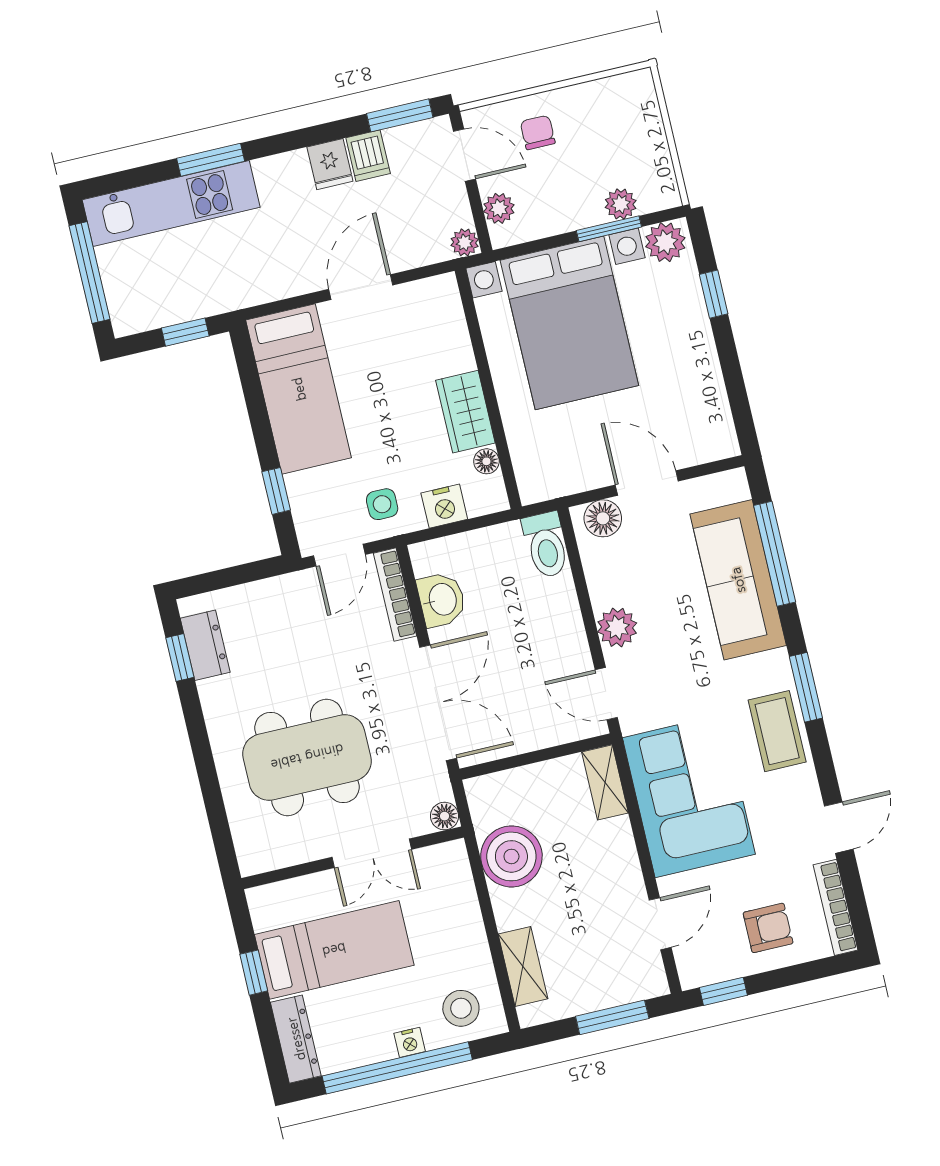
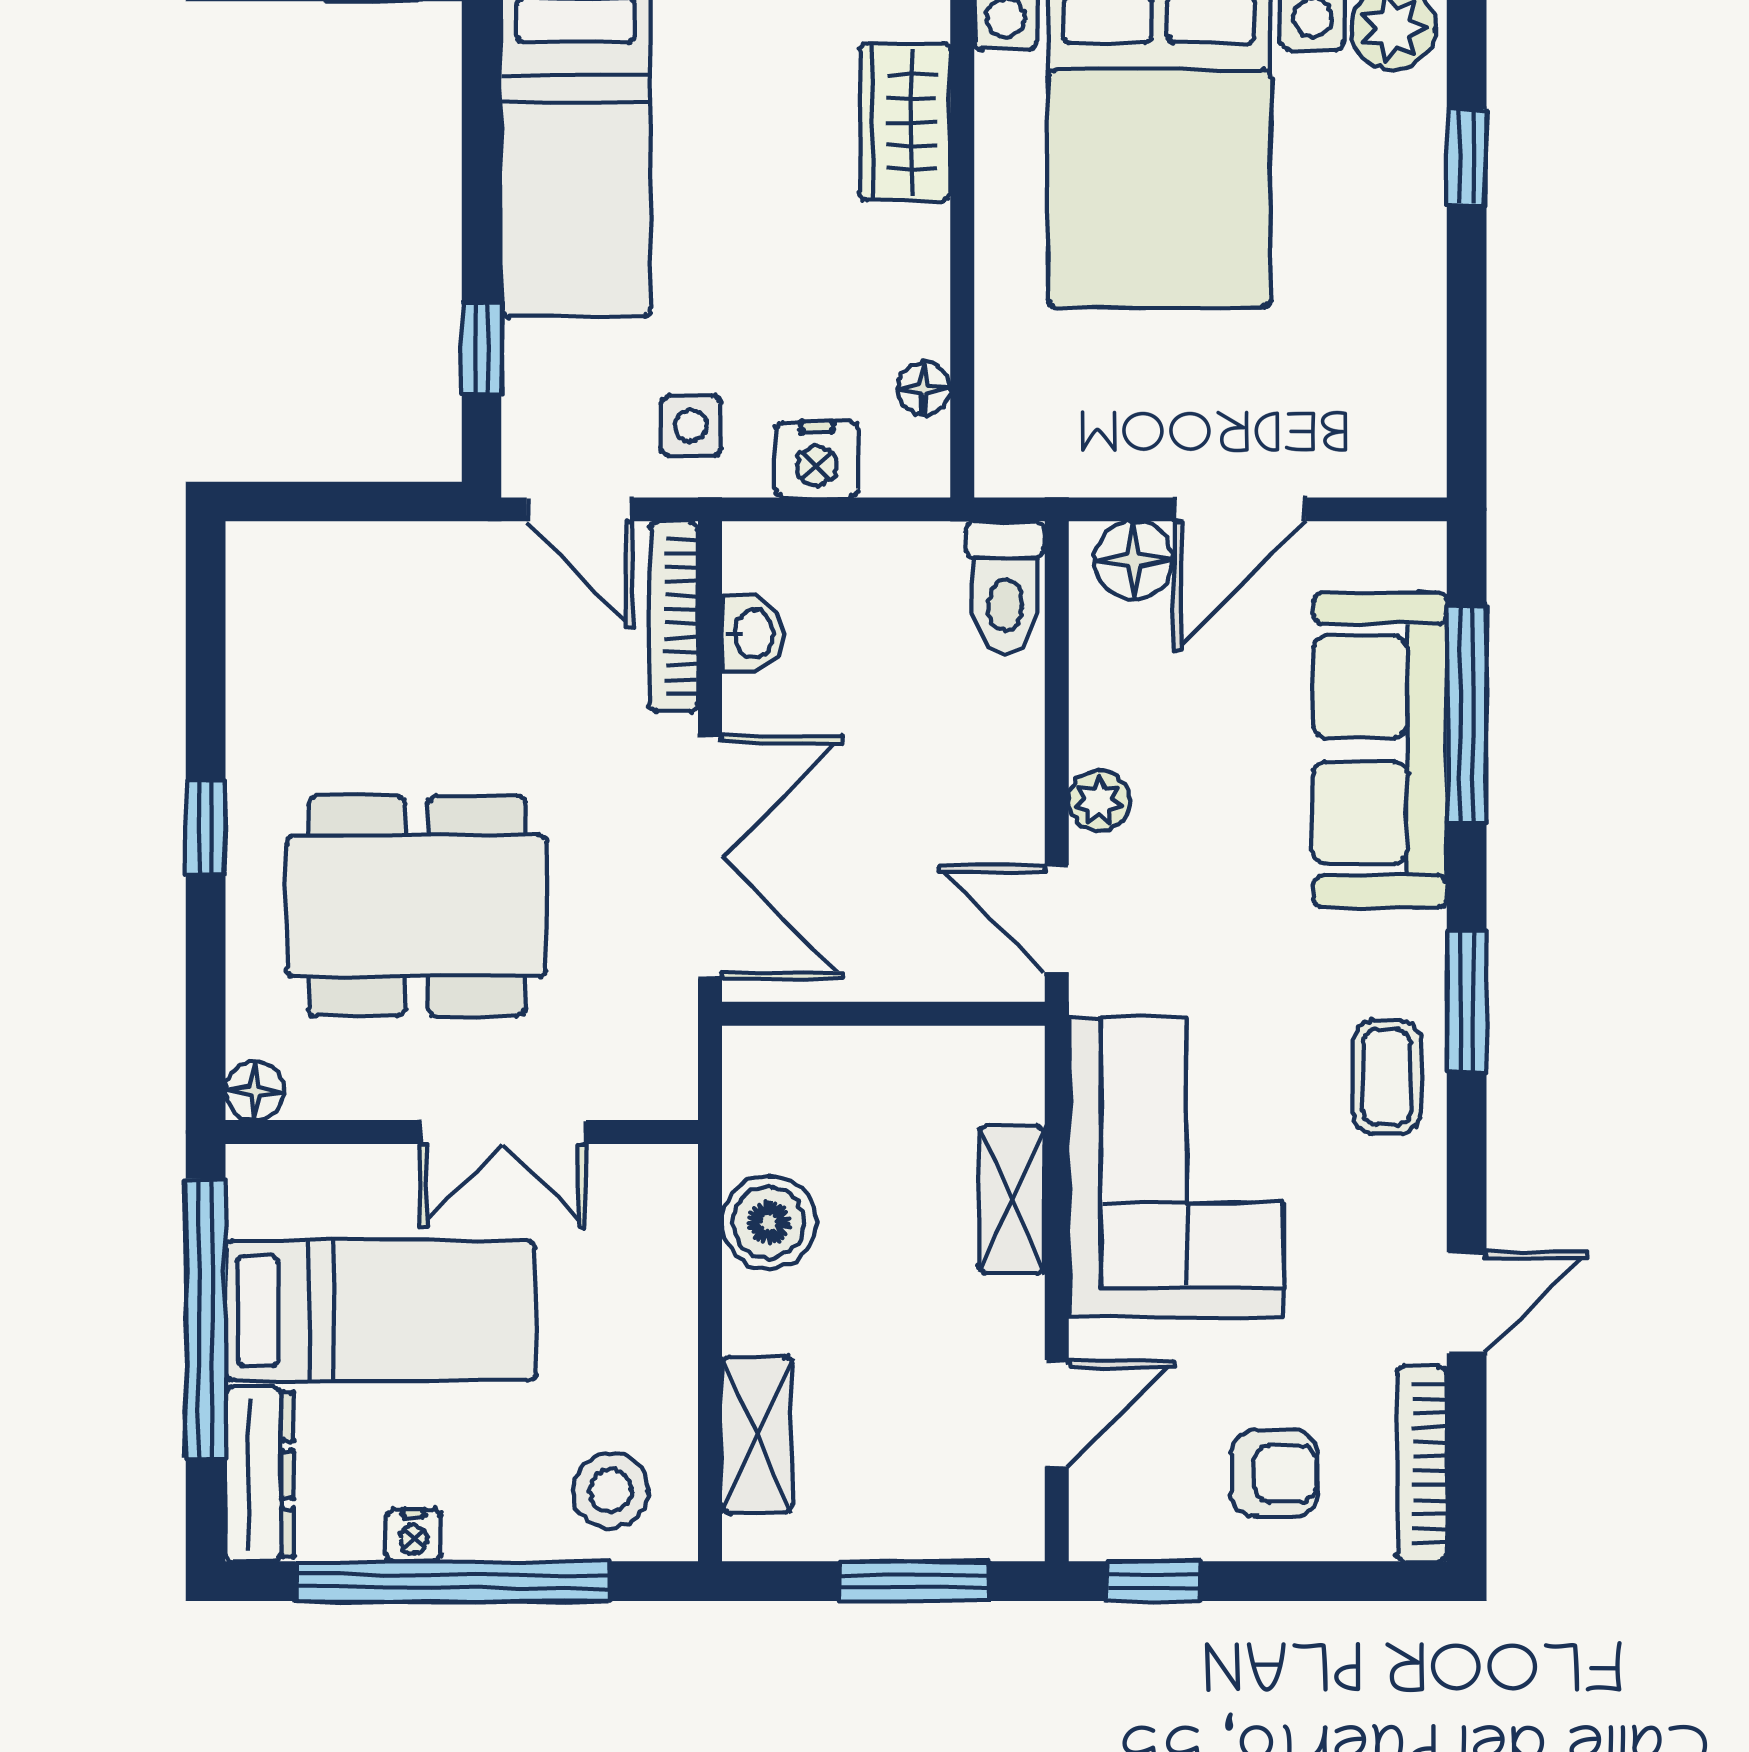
wardrobe: (465, 412) -> (905, 122), moved
door: (647, 483) -> (1240, 509), swing flipped
door: (339, 555) -> (580, 509), hinge flipped
washbasin: (442, 600) -> (753, 634), width x0.72, depth x0.69
plant: (617, 627) -> (1099, 801), width x0.73, depth x0.73
dresser: (205, 645) -> (263, 629), removed
window: (180, 657) -> (206, 828), moved
coffee table: (777, 731) -> (1387, 1077), width x0.73, depth x0.77
shelving: (605, 782) -> (1012, 1199), moved
floor lamp: (445, 816) -> (254, 1091), moved
boiler: (511, 856) -> (769, 1222), width x0.73, depth x0.73
window: (254, 973) -> (206, 1319), width x3.17
nightstand: (410, 1042) -> (414, 1535), moved

